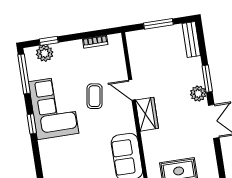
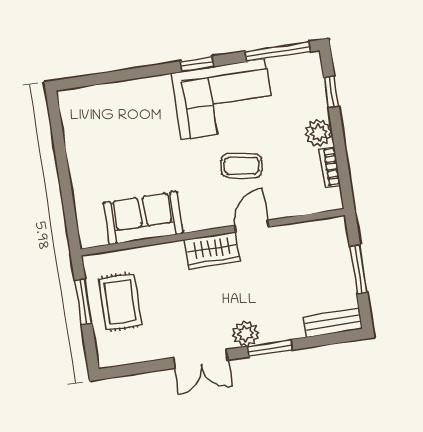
plant: (45, 53) -> (319, 133), moved

